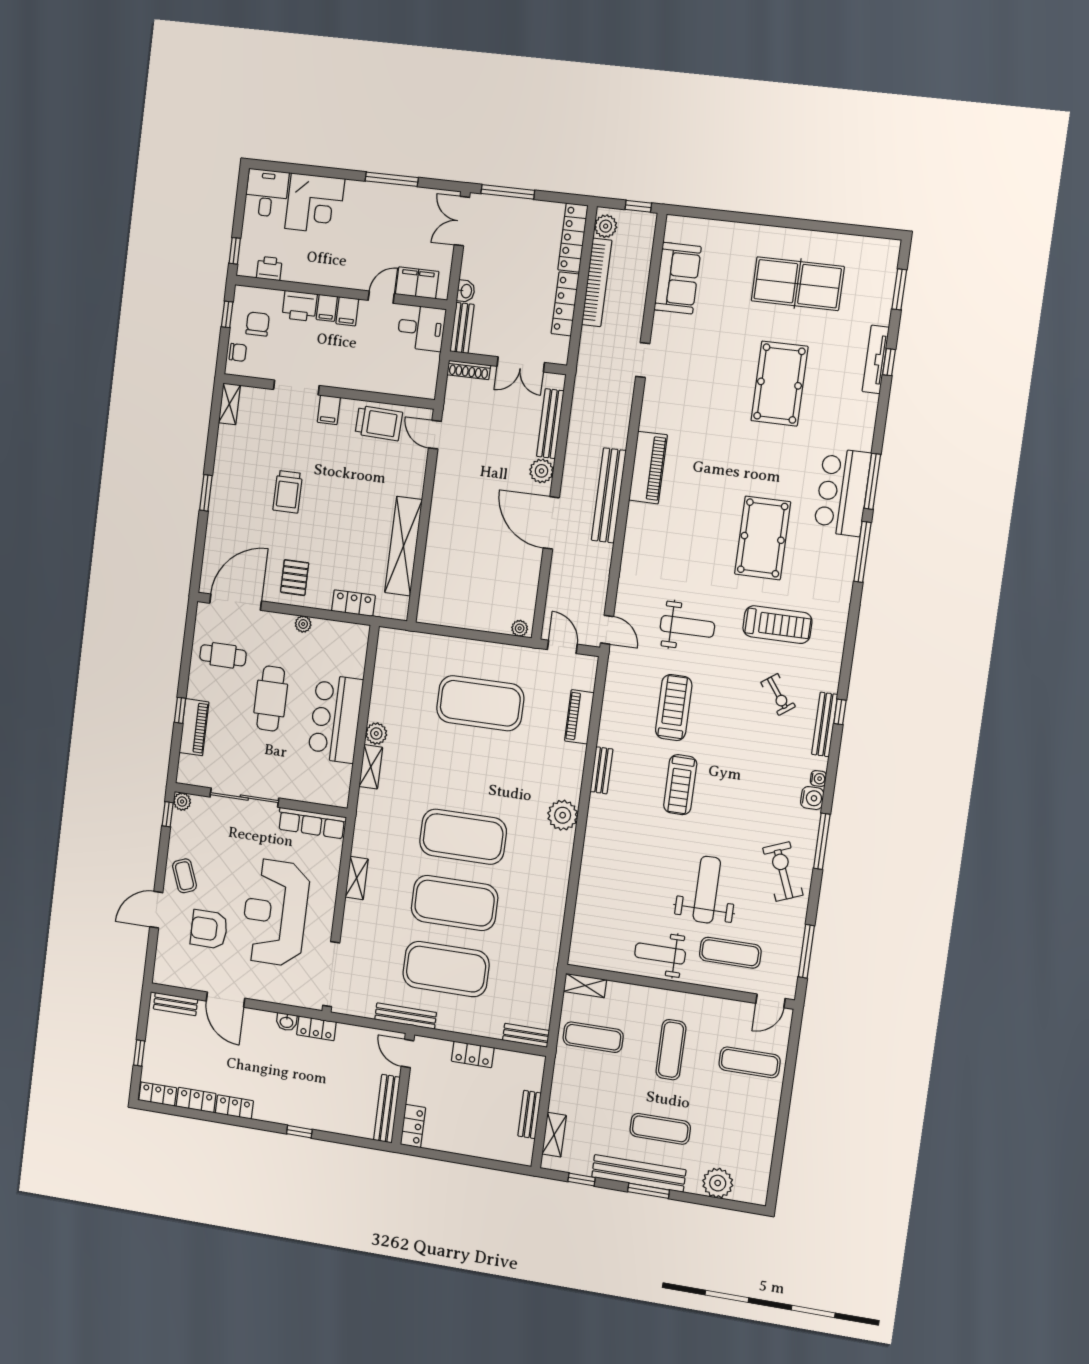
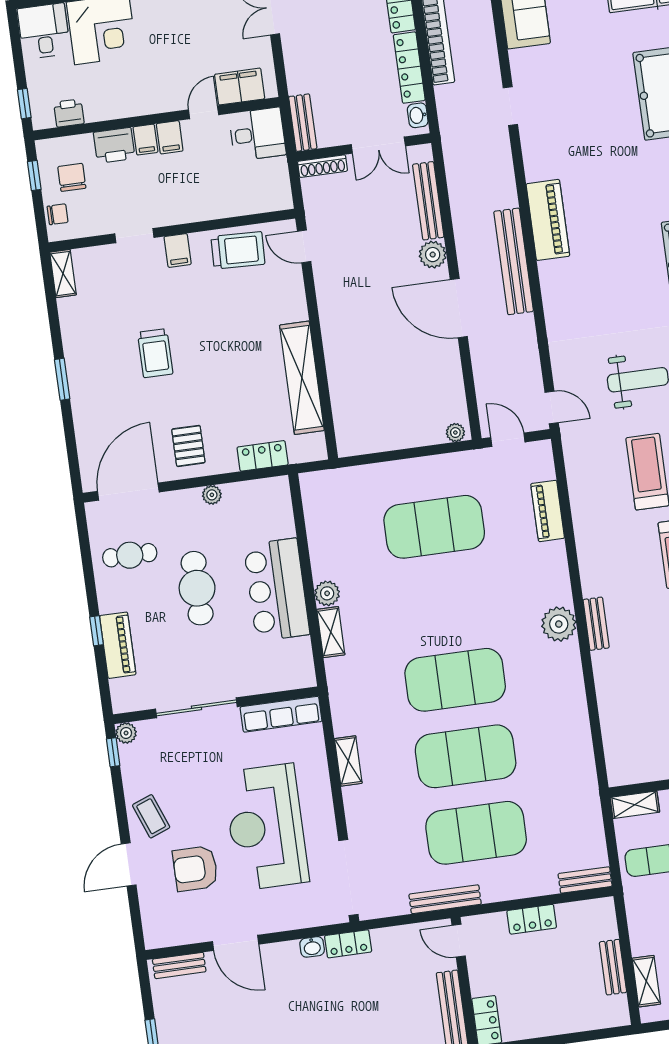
washbasin: (466, 291) -> (418, 115), moved, turned 180
doorway: (296, 388) -> (134, 236), width x0.73
bench: (601, 770) -> (596, 624), moved

